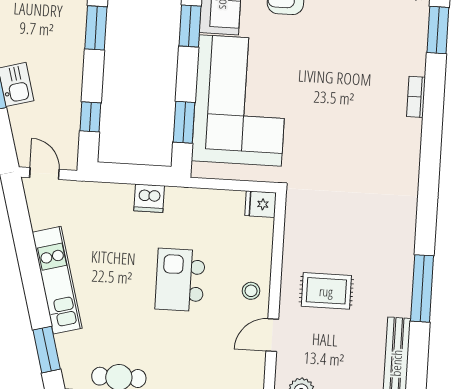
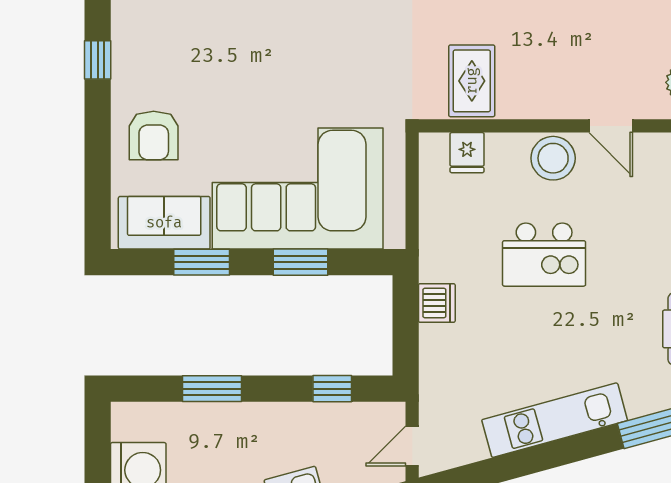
window: (184, 122) -> (300, 262), moved
fridge: (260, 204) -> (467, 153), moved
stool: (251, 291) -> (553, 158), width x1.89, depth x1.89
rug: (326, 291) -> (472, 81), moved

